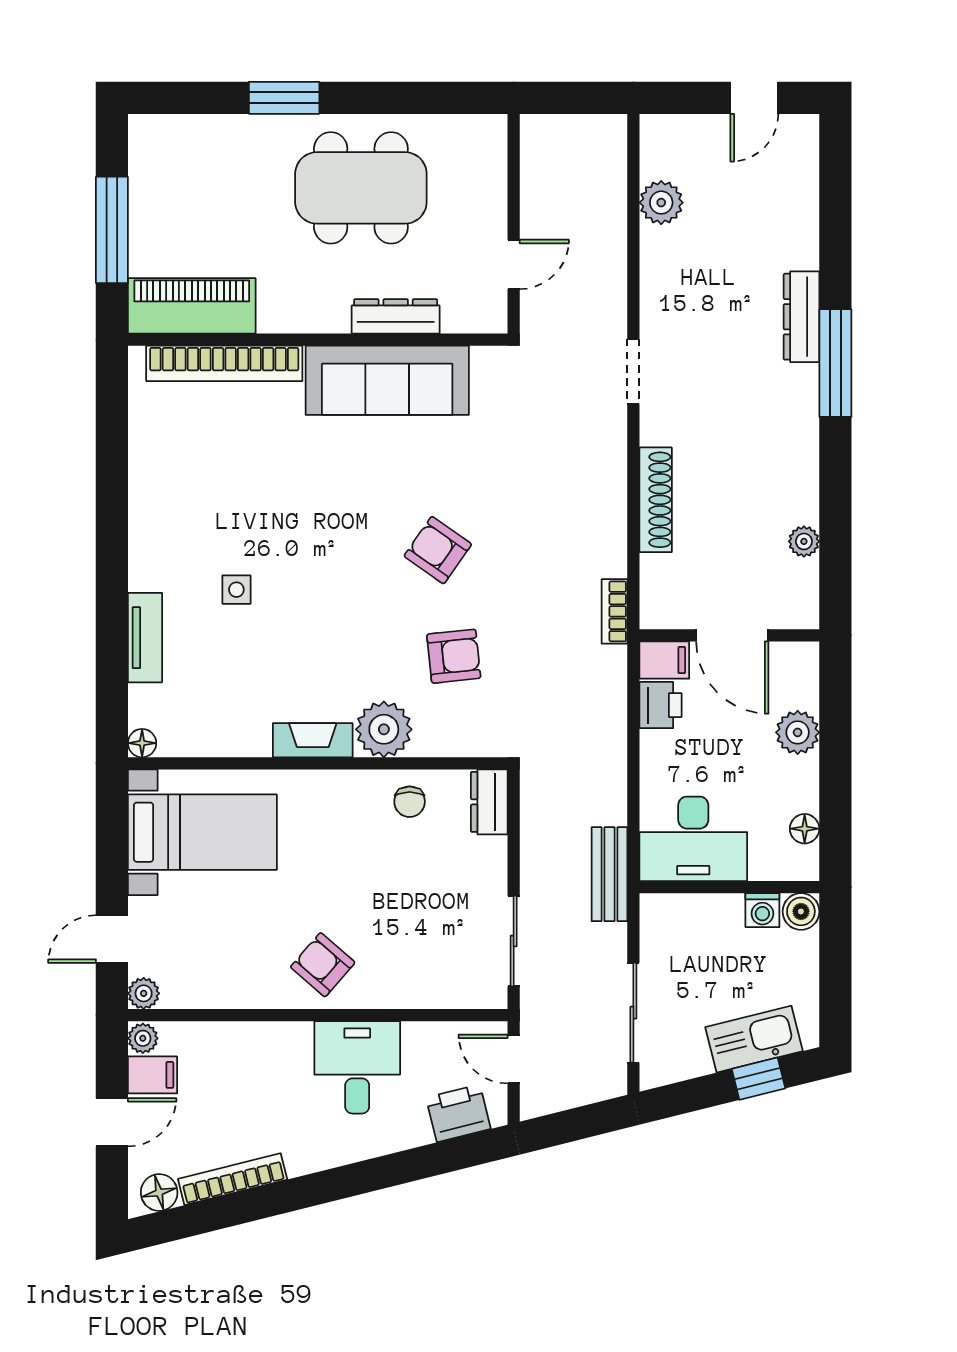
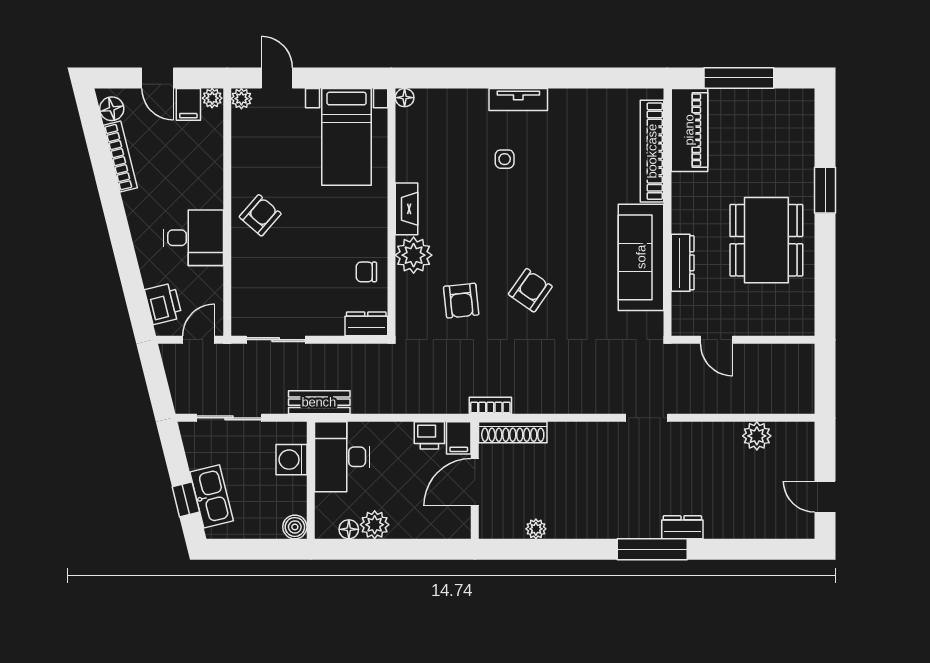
dresser: (802, 317) -> (682, 527), width x0.70
shoe rack: (656, 500) -> (513, 432), moved
tv unit: (145, 638) -> (518, 99), moved
plant: (798, 732) -> (375, 525), moved
washing machine: (762, 910) -> (291, 460), moved, width x1.38, depth x1.38

